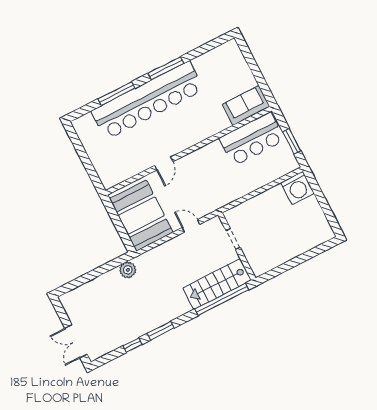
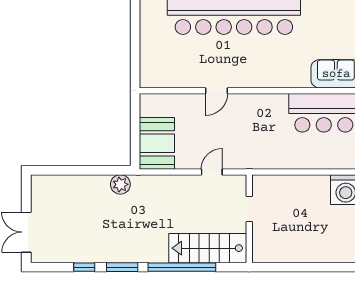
booth: (141, 216) -> (157, 143), width x0.73, depth x0.70
door: (191, 226) -> (212, 172), hinge flipped
window: (222, 299) -> (182, 267), moved

